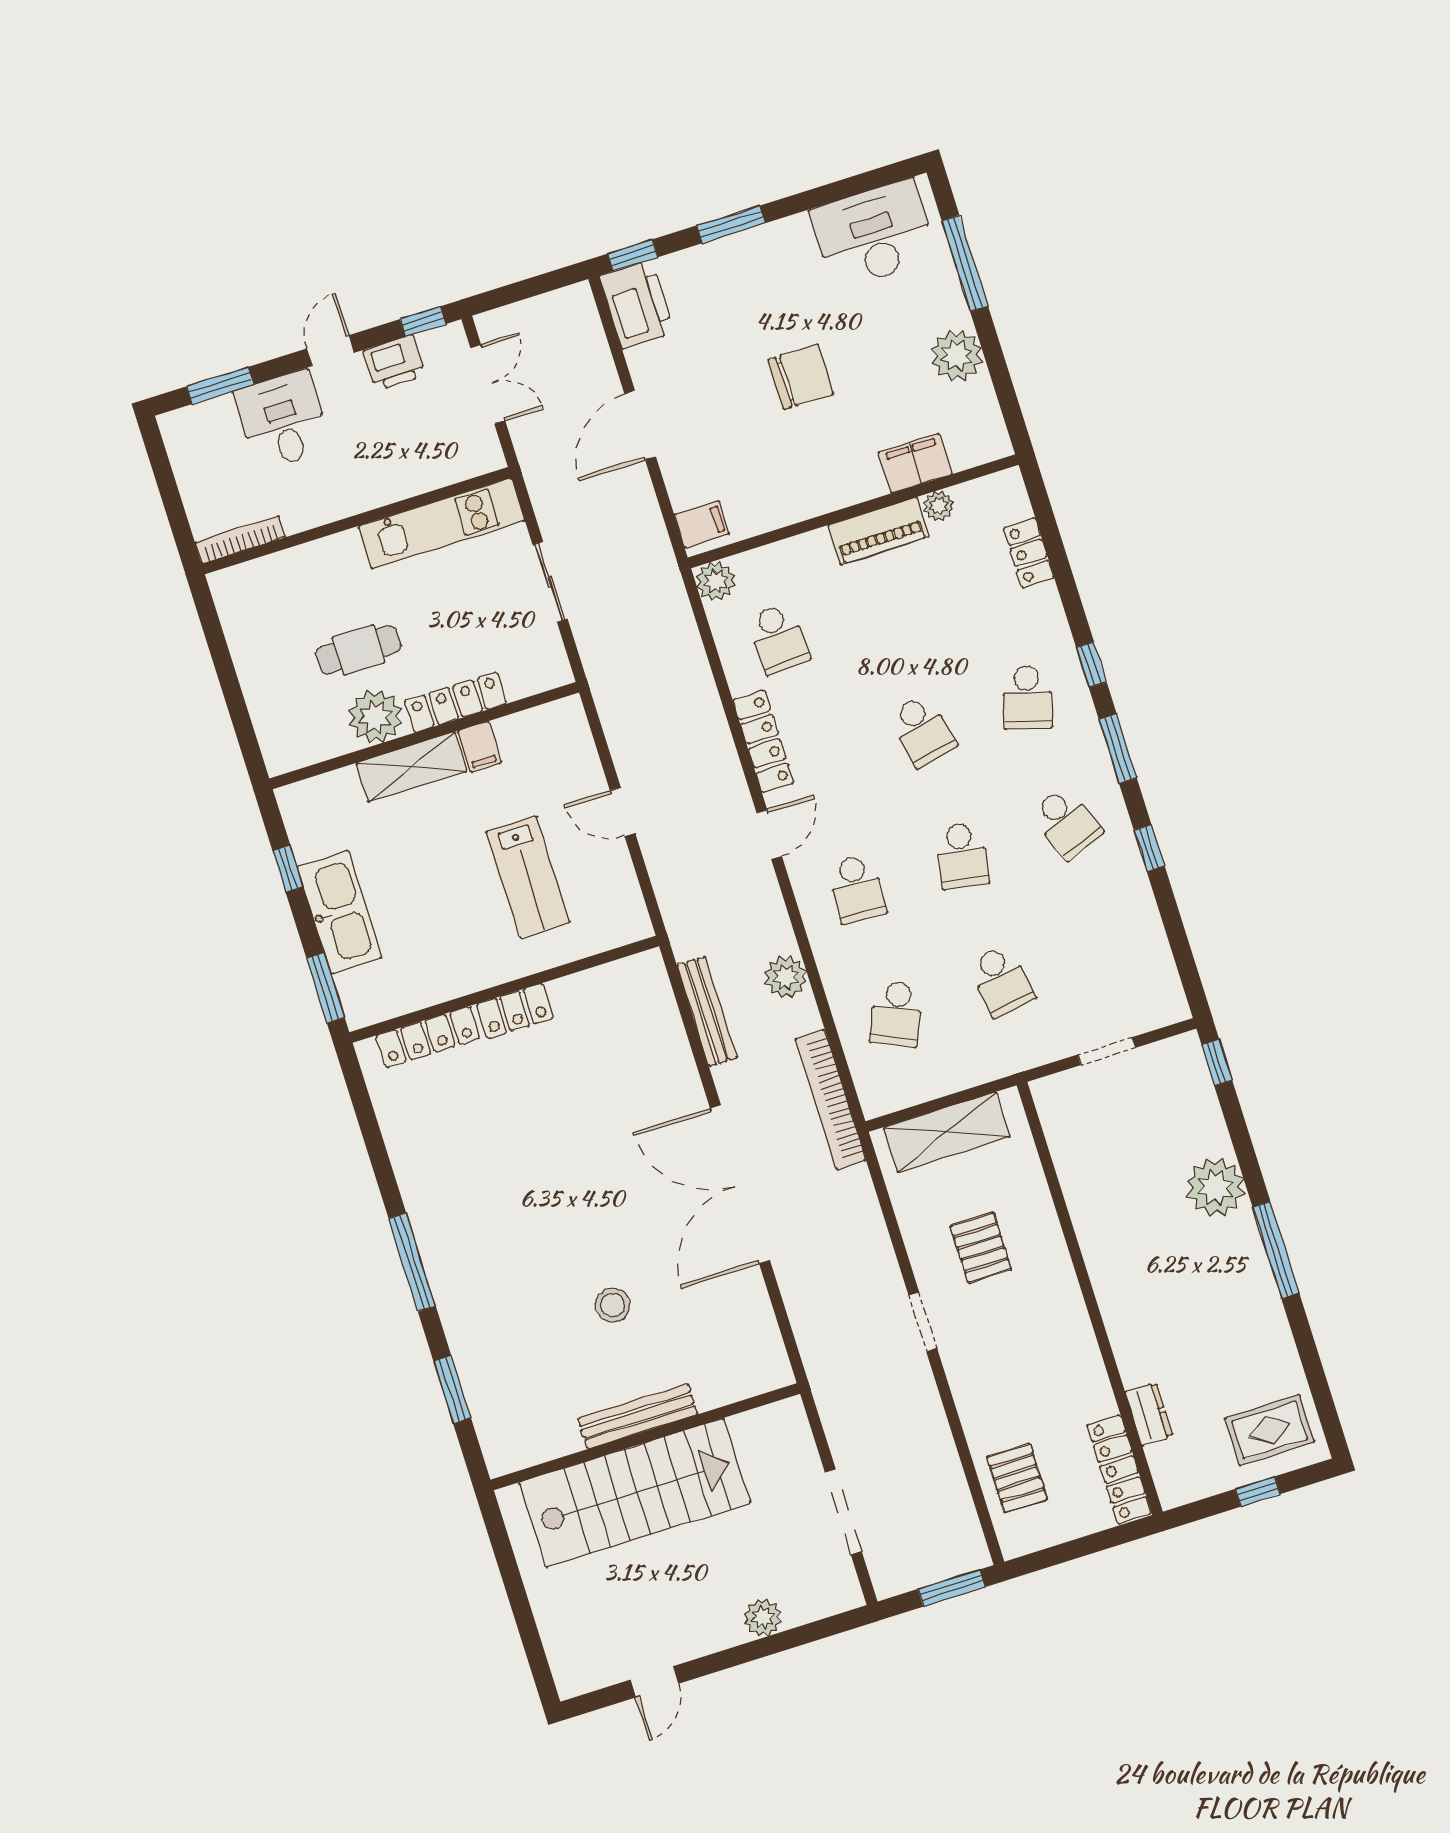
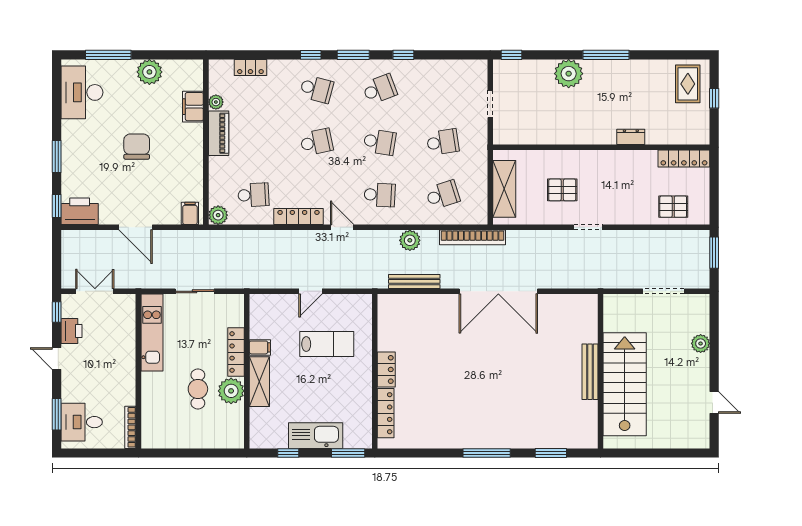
desk: (283, 420) -> (82, 422), moved
school desk: (896, 1014) -> (443, 195), turned -42
stool: (613, 1305) -> (535, 367), removed
dresser: (1149, 1414) -> (631, 137), moved

